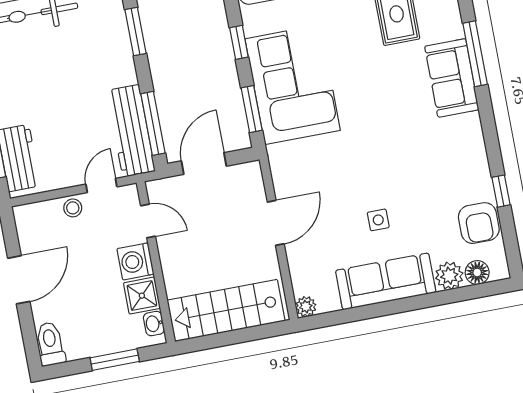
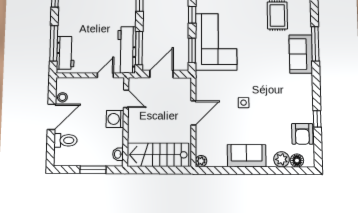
stool: (73, 208) -> (62, 97), moved
side table: (378, 220) -> (244, 103), moved
sofa: (386, 281) -> (247, 156), width x0.73
shower: (142, 296) -> (115, 138), removed
toilet: (50, 344) -> (66, 140), moved, turned 90

